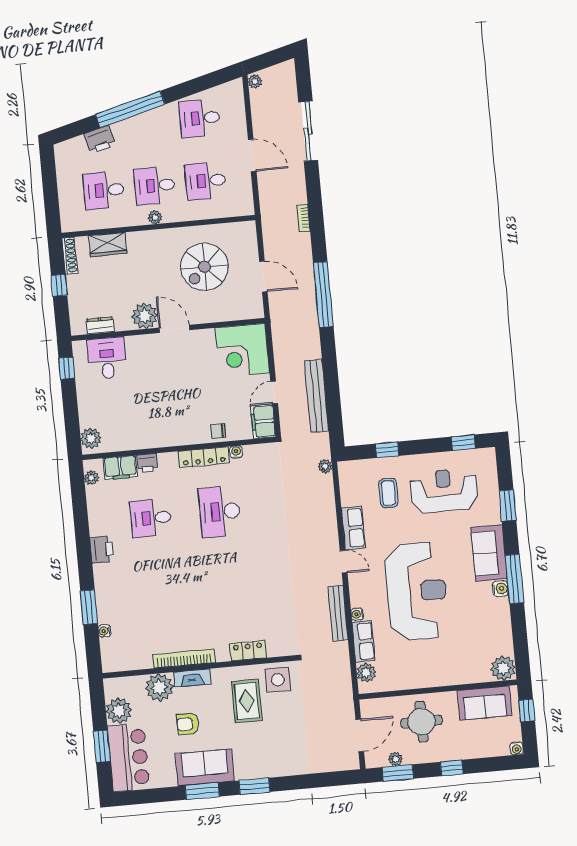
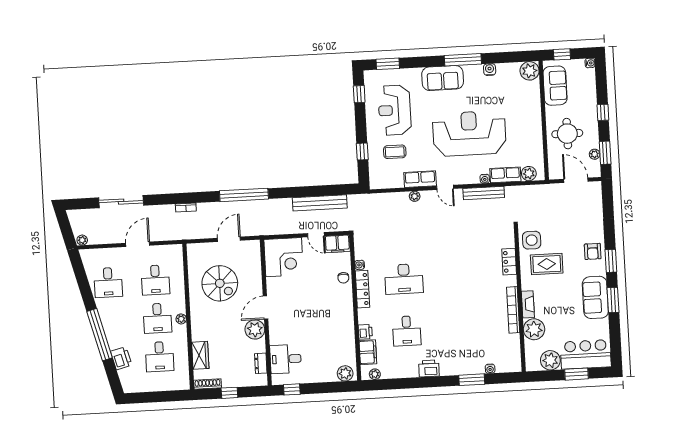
plant: (325, 466) -> (415, 196), moved
window: (508, 505) -> (388, 64), moved
door: (344, 562) -> (445, 187), swing flipped
water cooler: (500, 589) -> (490, 70), moved
armchair: (188, 724) -> (593, 251), moved

